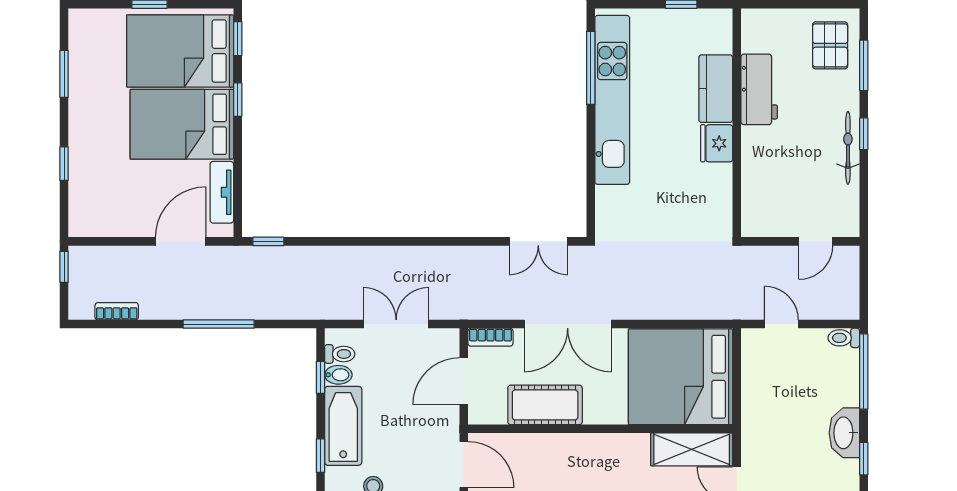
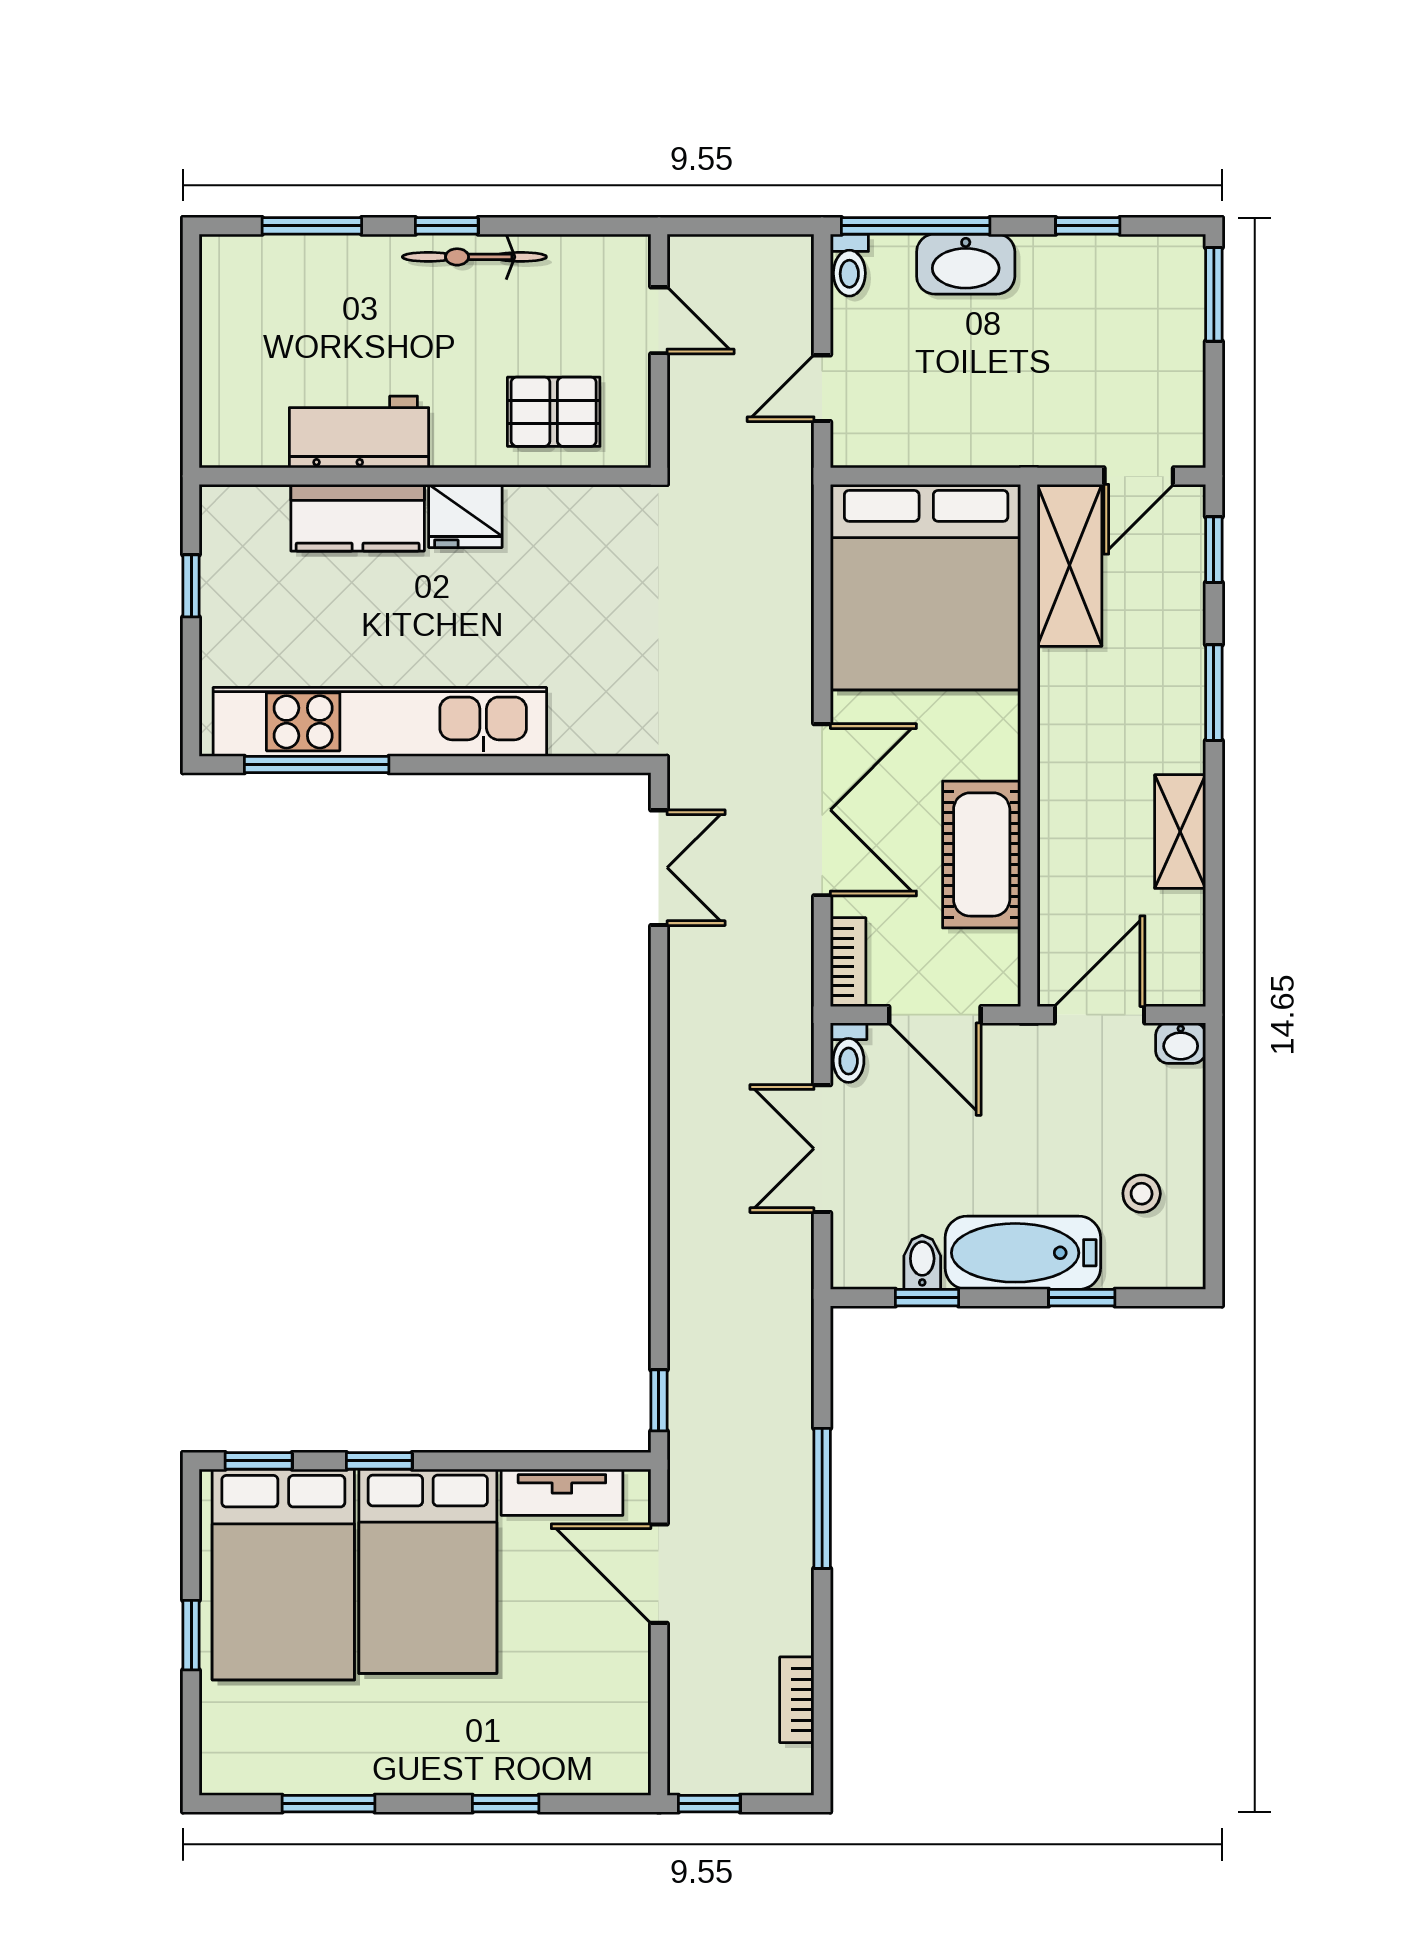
pallet: (830, 45) -> (554, 412), moved
toilet: (340, 354) -> (849, 1053), moved, turned 180
washbasin: (844, 433) -> (966, 264), moved

